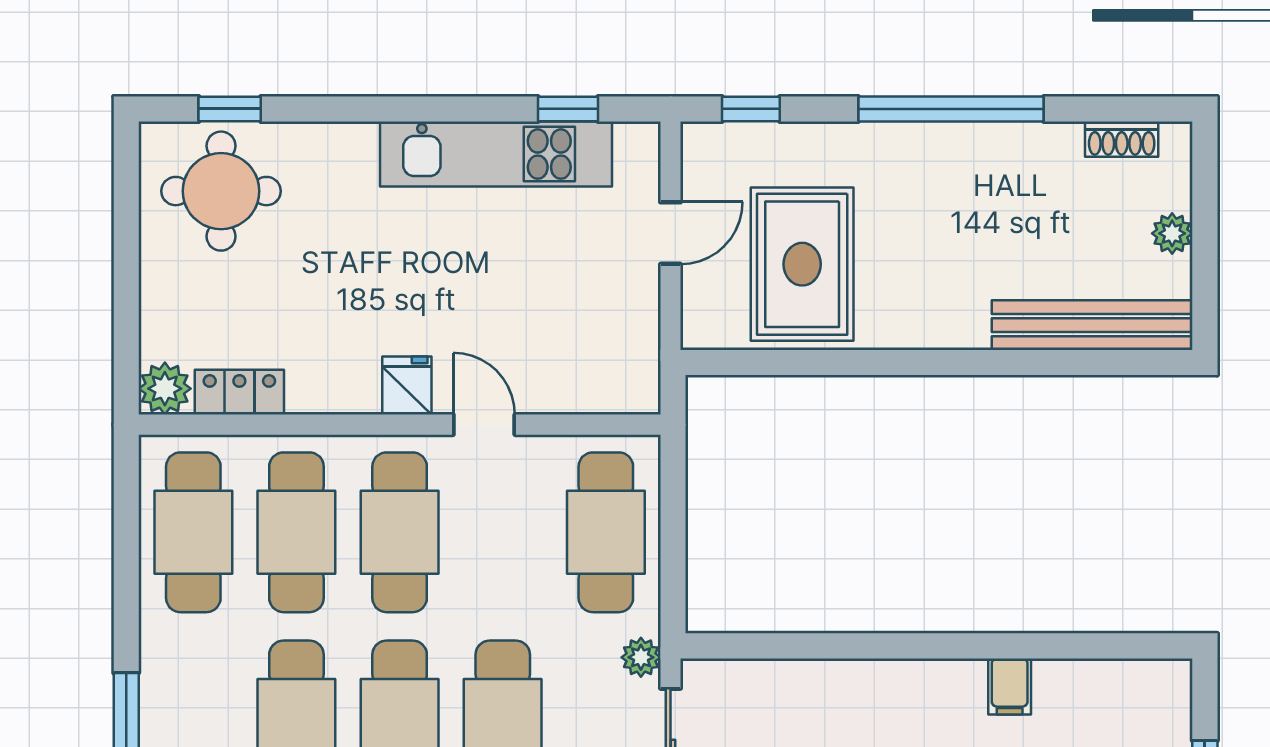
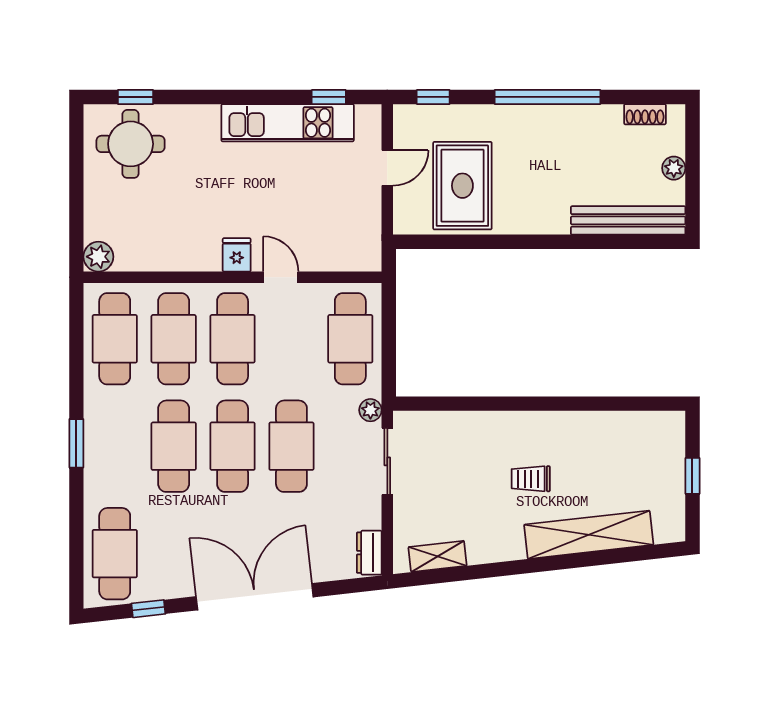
locker: (239, 392) -> (141, 259), removed
filing cabinet: (1010, 686) -> (581, 427), removed

